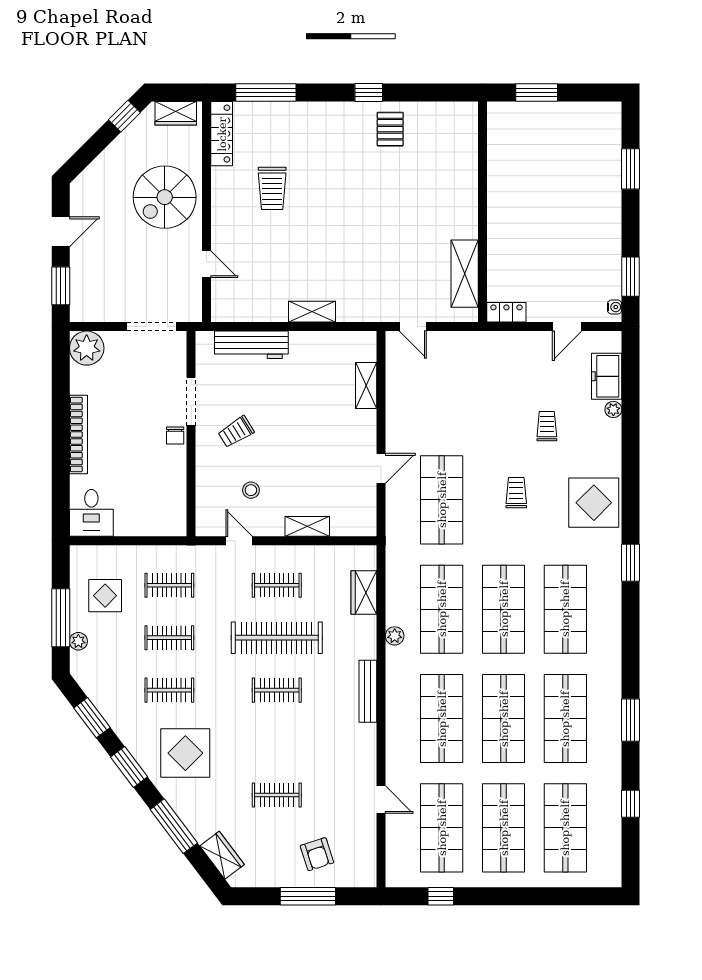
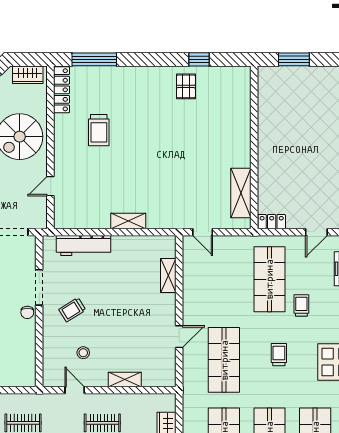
window: (369, 92) -> (199, 59), moved
door: (206, 264) -> (50, 186), swing flipped
shop shelf: (504, 391) -> (269, 279), added

